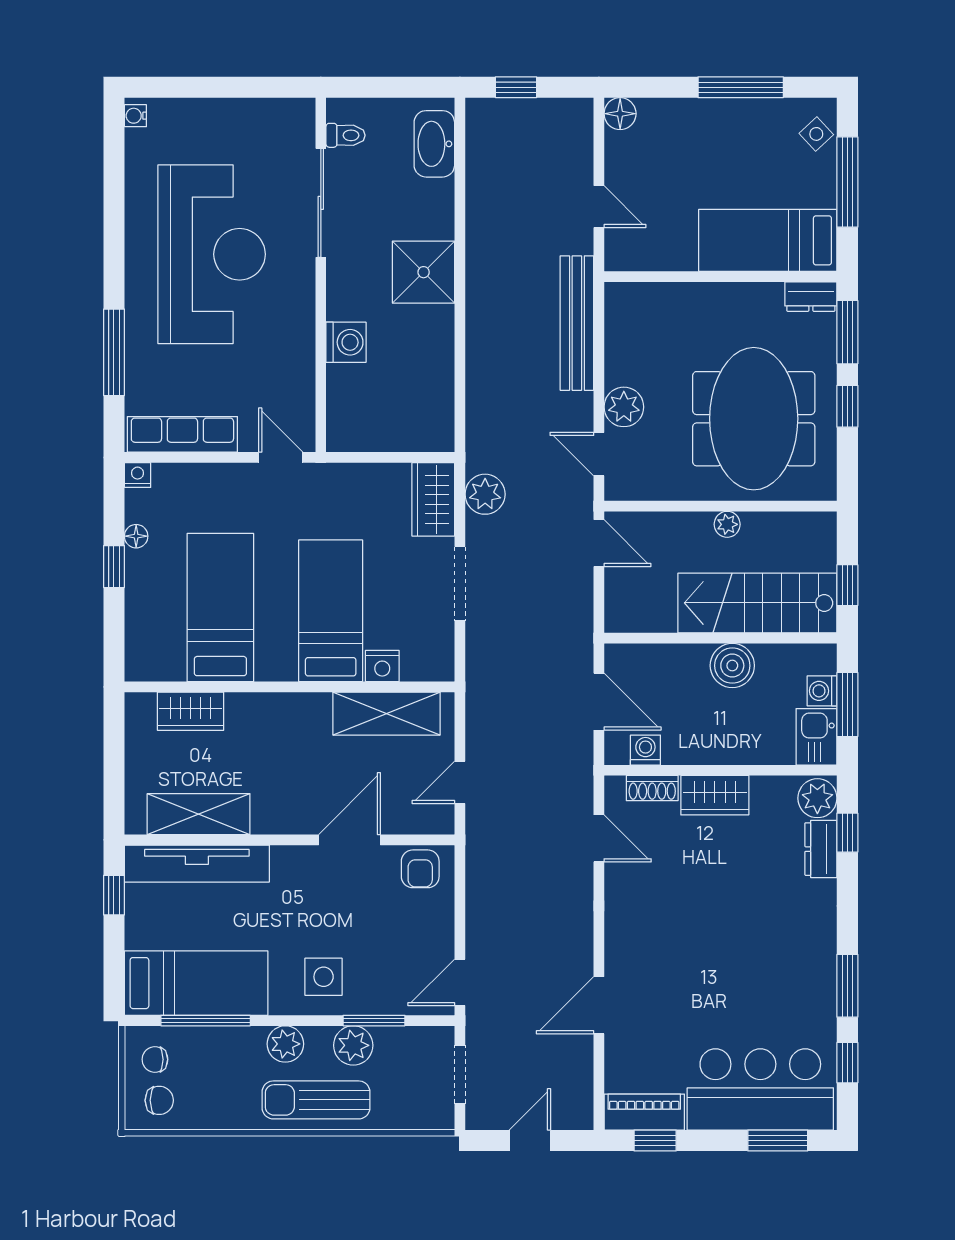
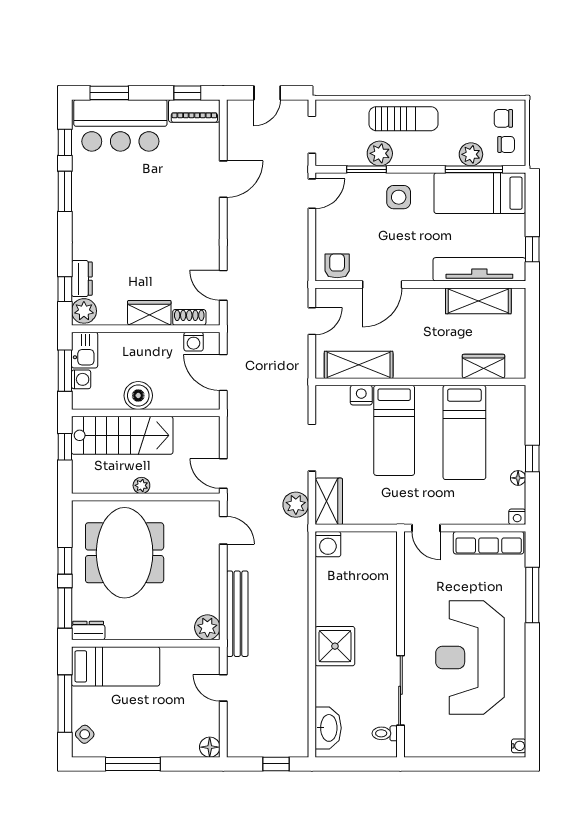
washing machine: (346, 342) -> (328, 544), moved, turned -90
plant: (624, 407) -> (207, 627), moved
plant: (285, 1044) -> (471, 154), moved

